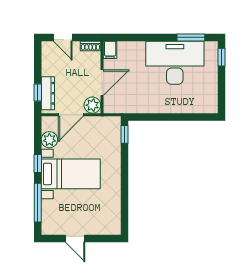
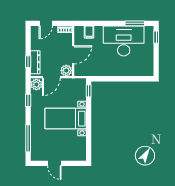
door: (63, 37) -> (46, 23), hinge flipped
filing cabinet: (110, 50) -> (89, 32), moved
plant: (49, 140) -> (36, 85), moved
window: (38, 164) -> (28, 100), moved
bed with nightstands: (71, 174) -> (66, 119), moved, turned 180

